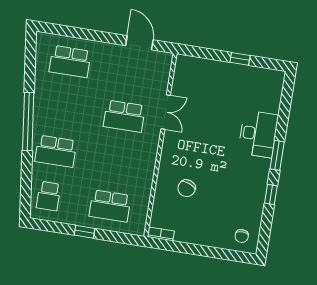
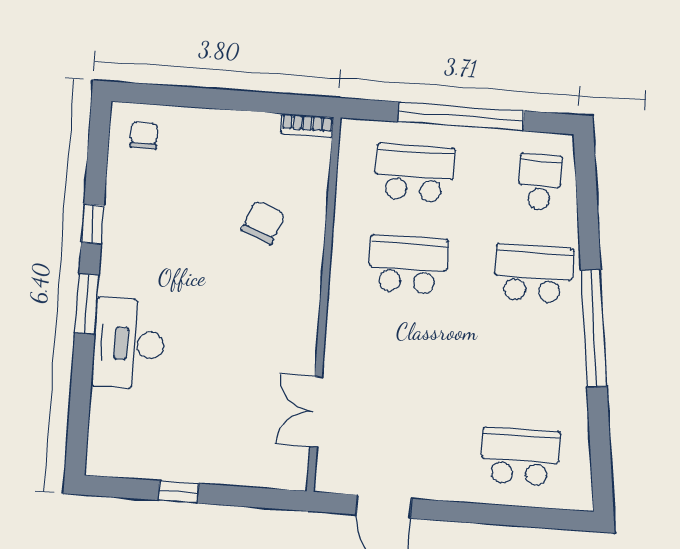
double door: (166, 112) -> (316, 412), moved
school desk: (124, 116) -> (408, 264), moved
window: (84, 232) -> (461, 116), width x3.17

